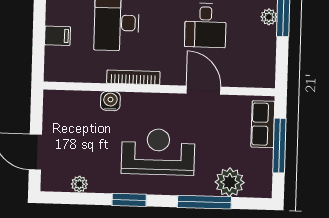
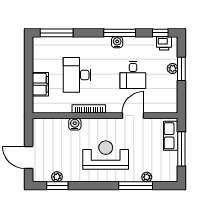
filing cabinet: (57, 36) -> (40, 84), width x2.00
door: (203, 90) -> (133, 116), hinge flipped
plant: (230, 182) -> (147, 177), width x0.53, depth x0.53
window: (129, 200) -> (57, 186), moved

